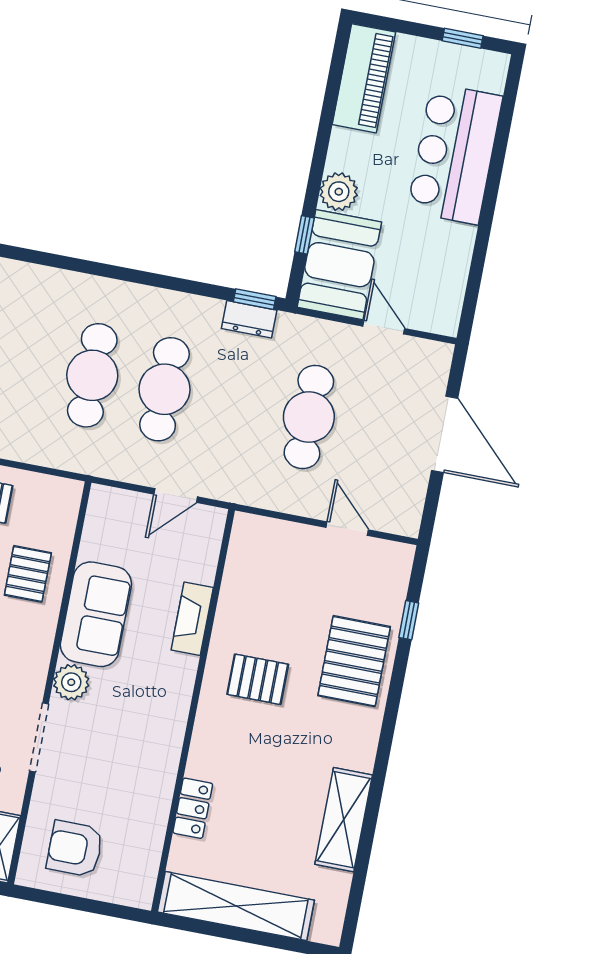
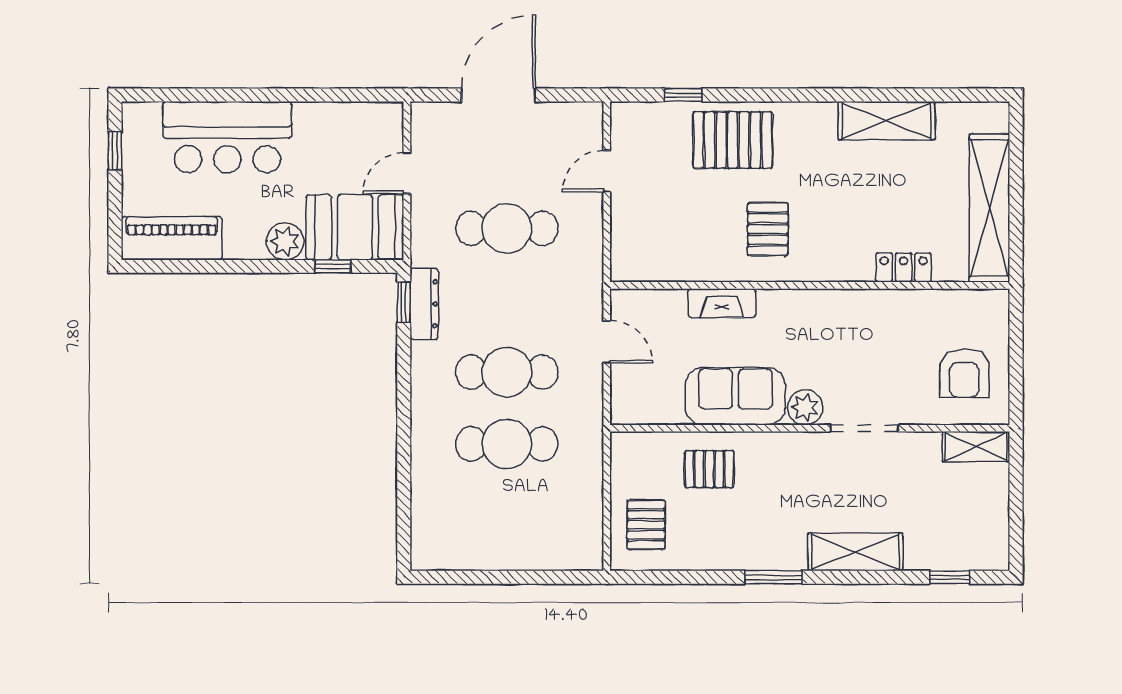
dresser: (249, 319) -> (424, 304), width x1.44

